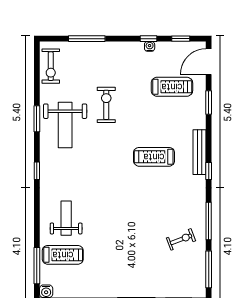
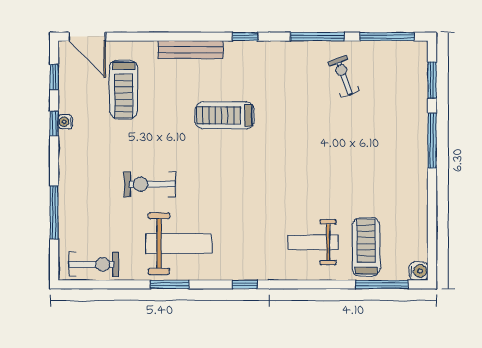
treadmill: (172, 87) -> (124, 90), turned 180
window: (209, 103) -> (146, 37), removed
bench: (200, 152) -> (191, 50), moved
treadmill: (154, 157) -> (225, 115), turned 90

